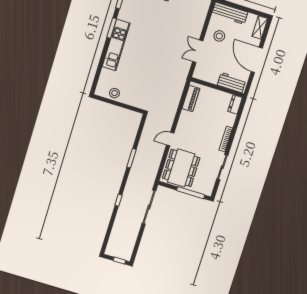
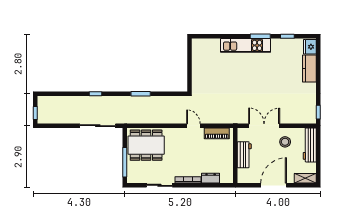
double door: (198, 51) -> (264, 126), width x1.37
workbench: (232, 83) -> (244, 155), moved
stool: (114, 93) -> (199, 58), removed
dresser: (235, 104) -> (211, 178), moved
door: (170, 139) -> (193, 126), moved

